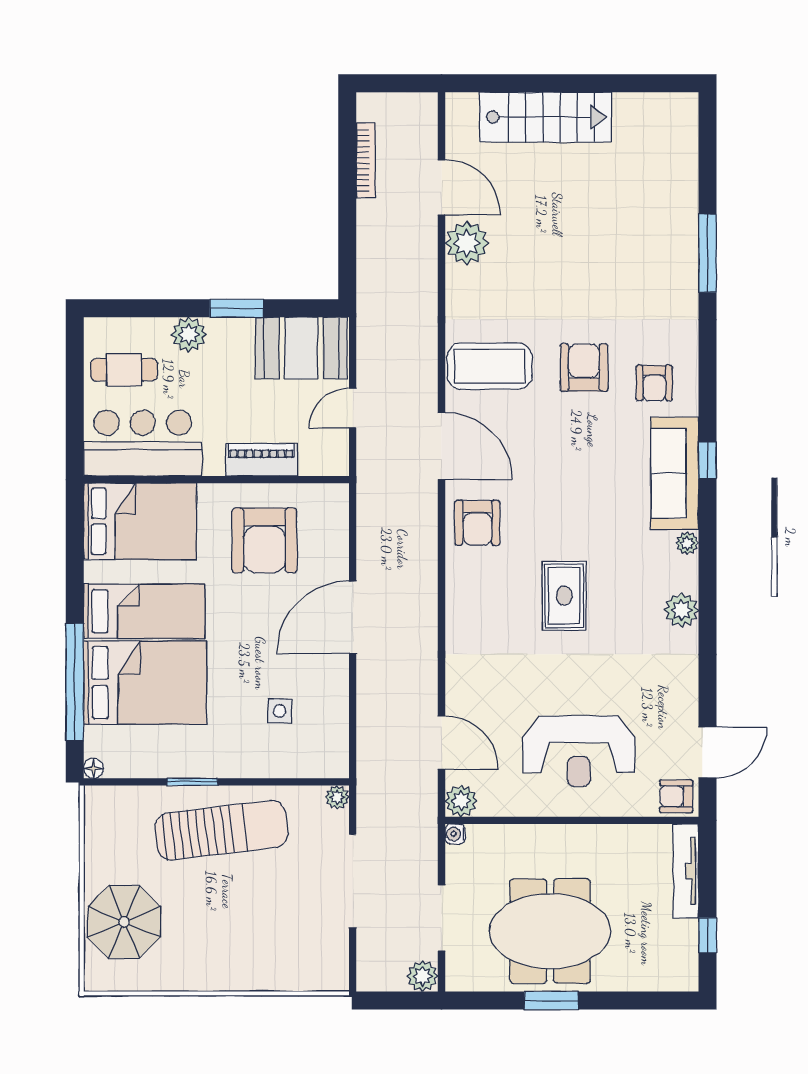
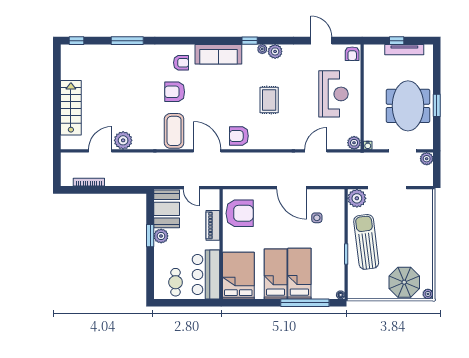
window: (708, 130) -> (77, 41), added
plant: (189, 335) -> (161, 236), moved
door: (441, 446) -> (207, 151), hinge flipped
window: (708, 460) -> (250, 41), moved
armchair: (477, 523) -> (239, 136), turned 180
armchair: (264, 540) -> (240, 213), moved
plant: (687, 543) -> (262, 49), moved
rug: (564, 596) -> (269, 100), turned 90
door: (353, 617) -> (292, 188), moved
bed: (145, 683) -> (299, 274), width x0.67
door: (441, 743) -> (316, 151), moved
door: (708, 752) -> (321, 41), moved
plant: (337, 797) -> (357, 198), width x1.87, depth x1.87
tv unit: (686, 871) -> (404, 50), moved
window: (708, 935) -> (397, 41), moved
plant: (96, 979) -> (428, 294), added

